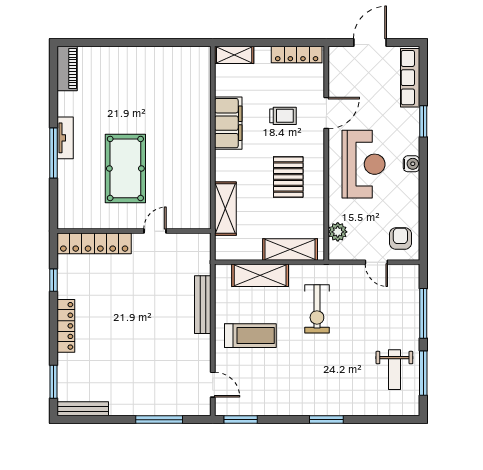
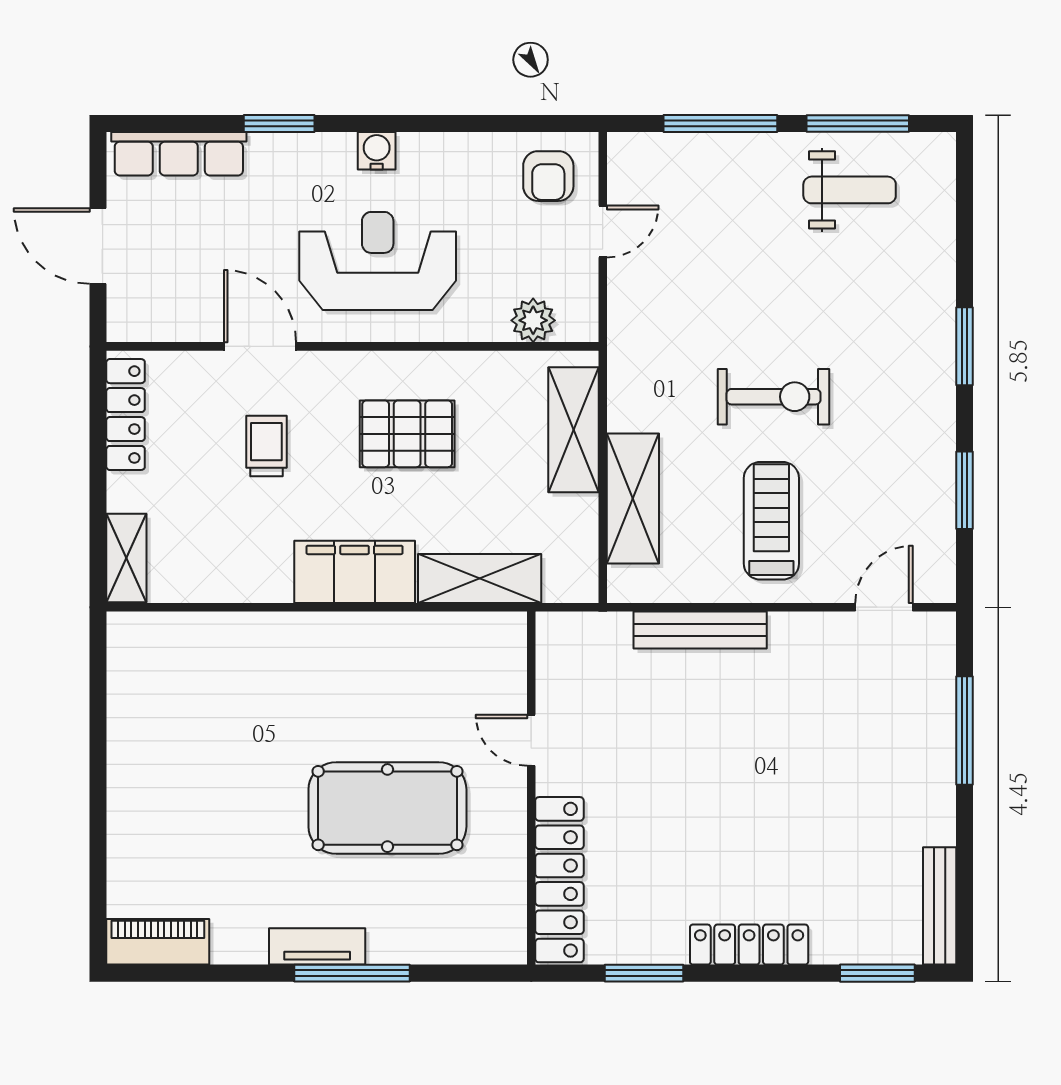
filing cabinet: (228, 123) -> (355, 572), moved
armchair: (400, 238) -> (548, 176), turned -90
window: (54, 280) -> (644, 973), width x1.50
exercise bike: (317, 309) -> (774, 397), moved
window: (241, 420) -> (964, 490), moved

